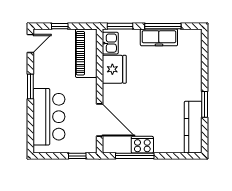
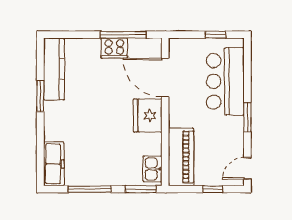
freezer: (159, 37) -> (54, 164), moved, turned 90
fridge: (114, 69) -> (148, 116), moved
window: (77, 156) -> (216, 35), moved

